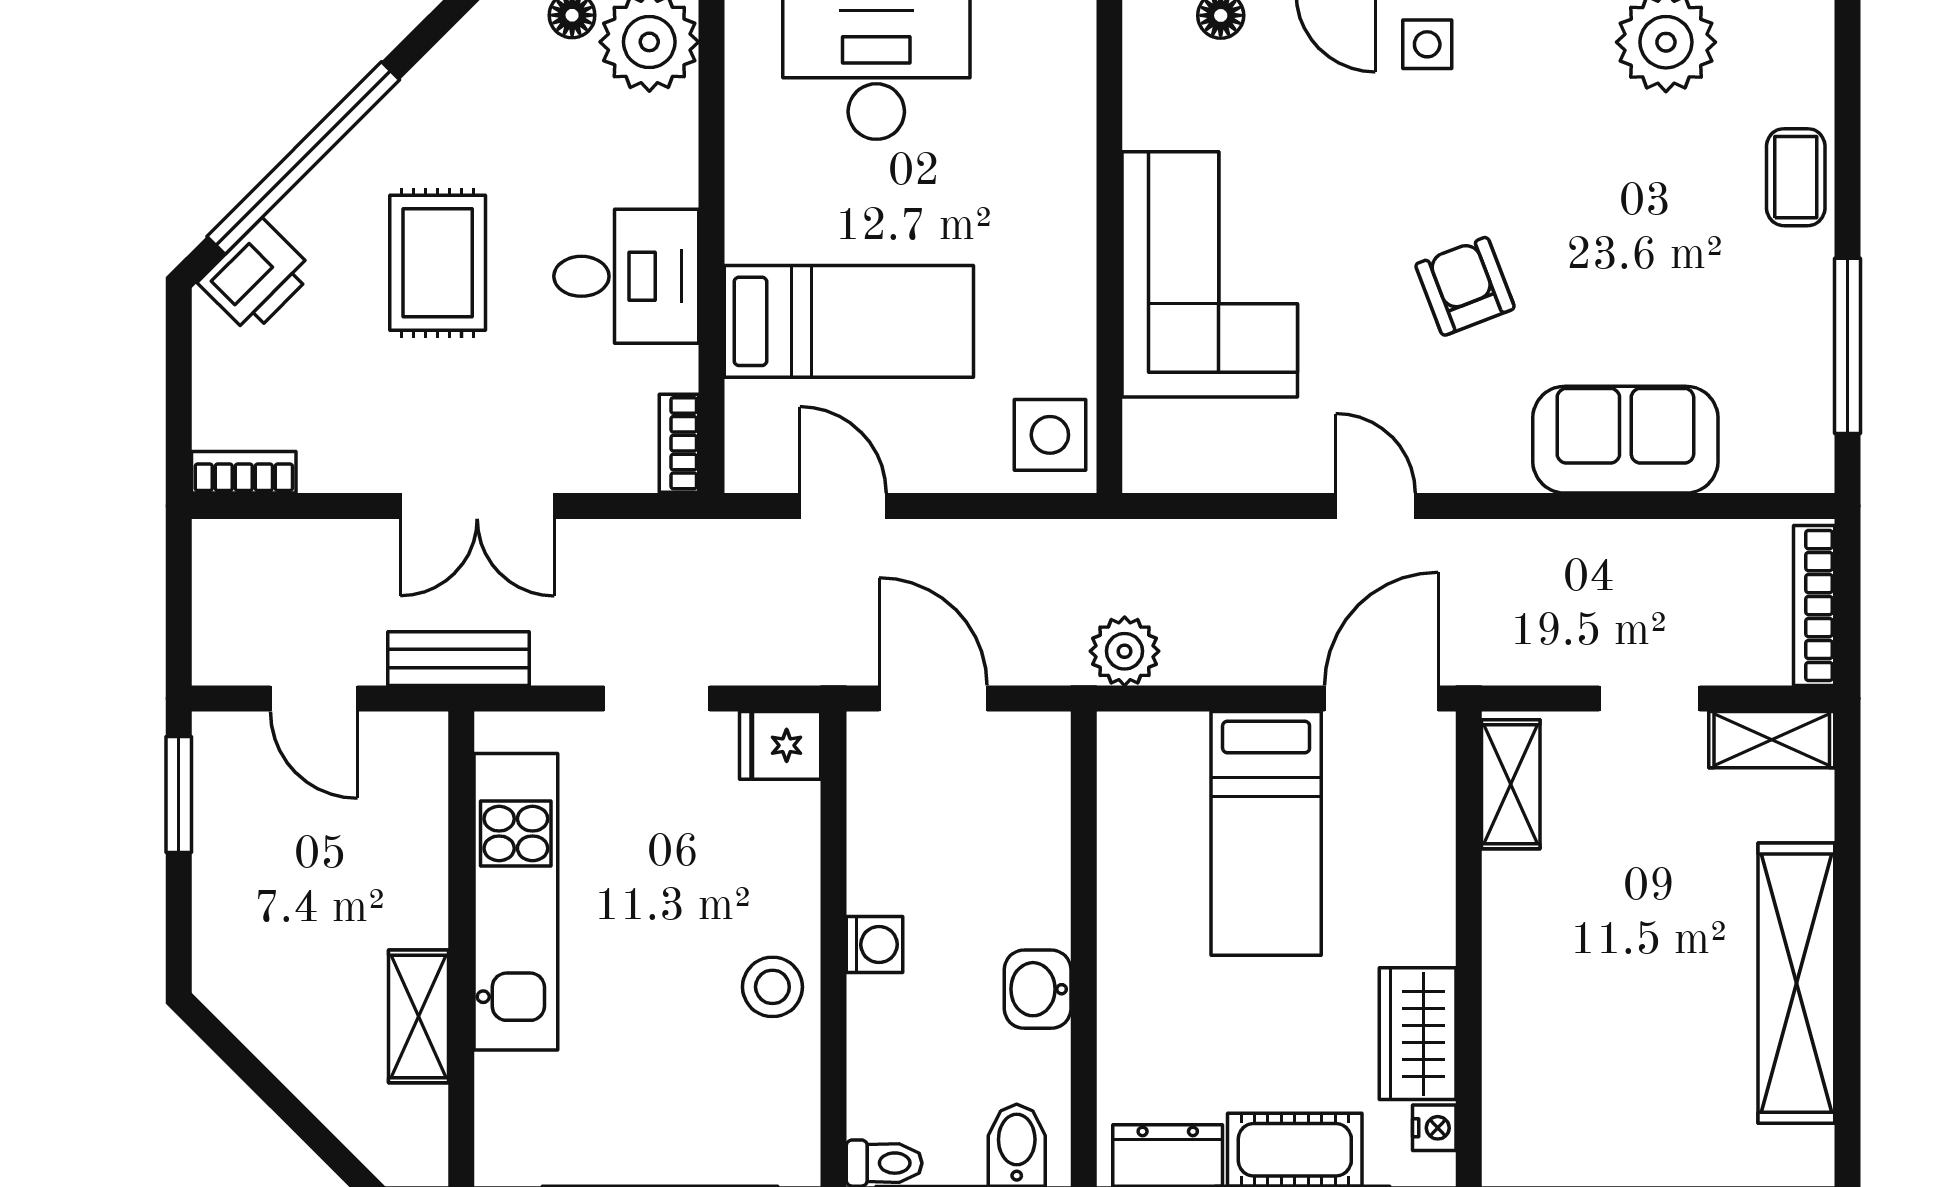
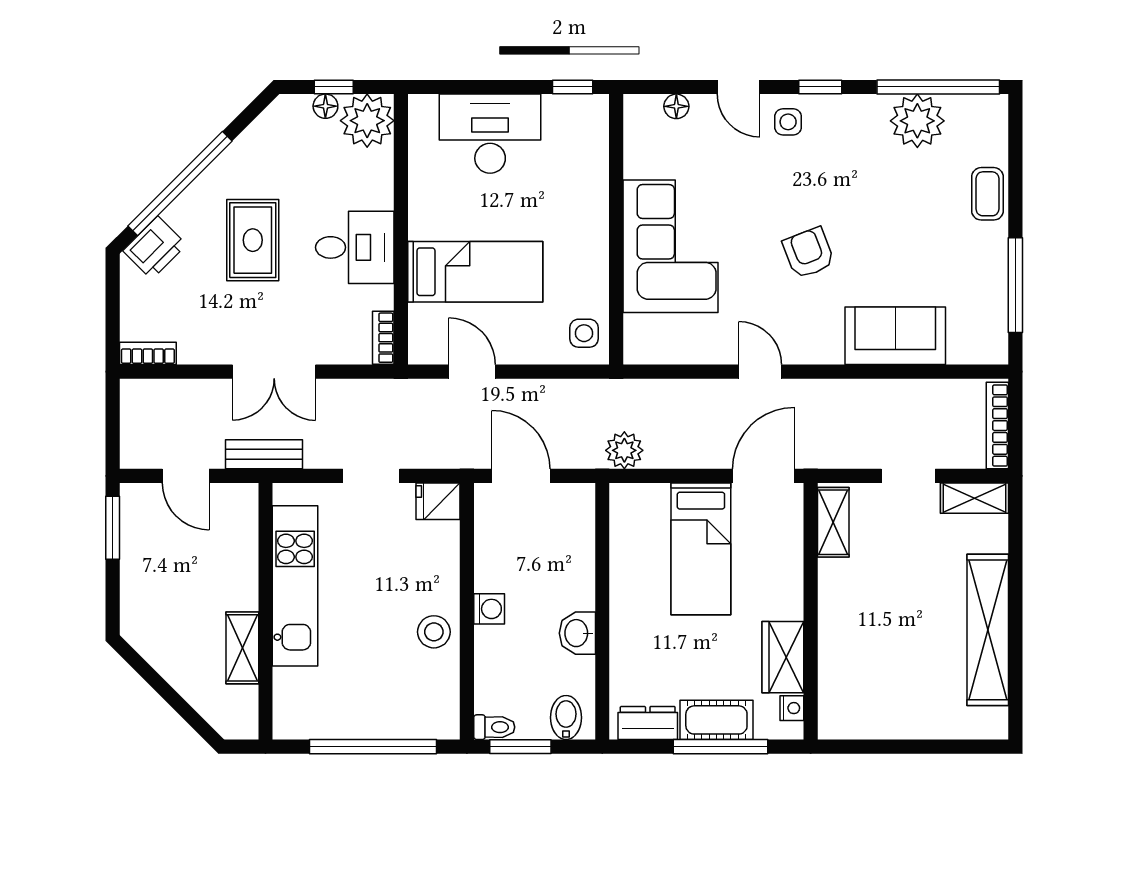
side table: (1050, 435) -> (584, 333), width x0.73, depth x0.73

